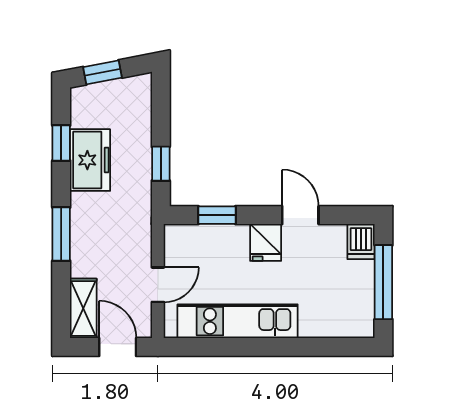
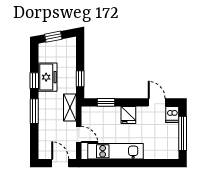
window: (61, 143) -> (34, 81), moved
door: (300, 215) -> (157, 102), moved
door: (158, 285) -> (79, 135), hinge flipped
shelving: (83, 308) -> (70, 107), moved

